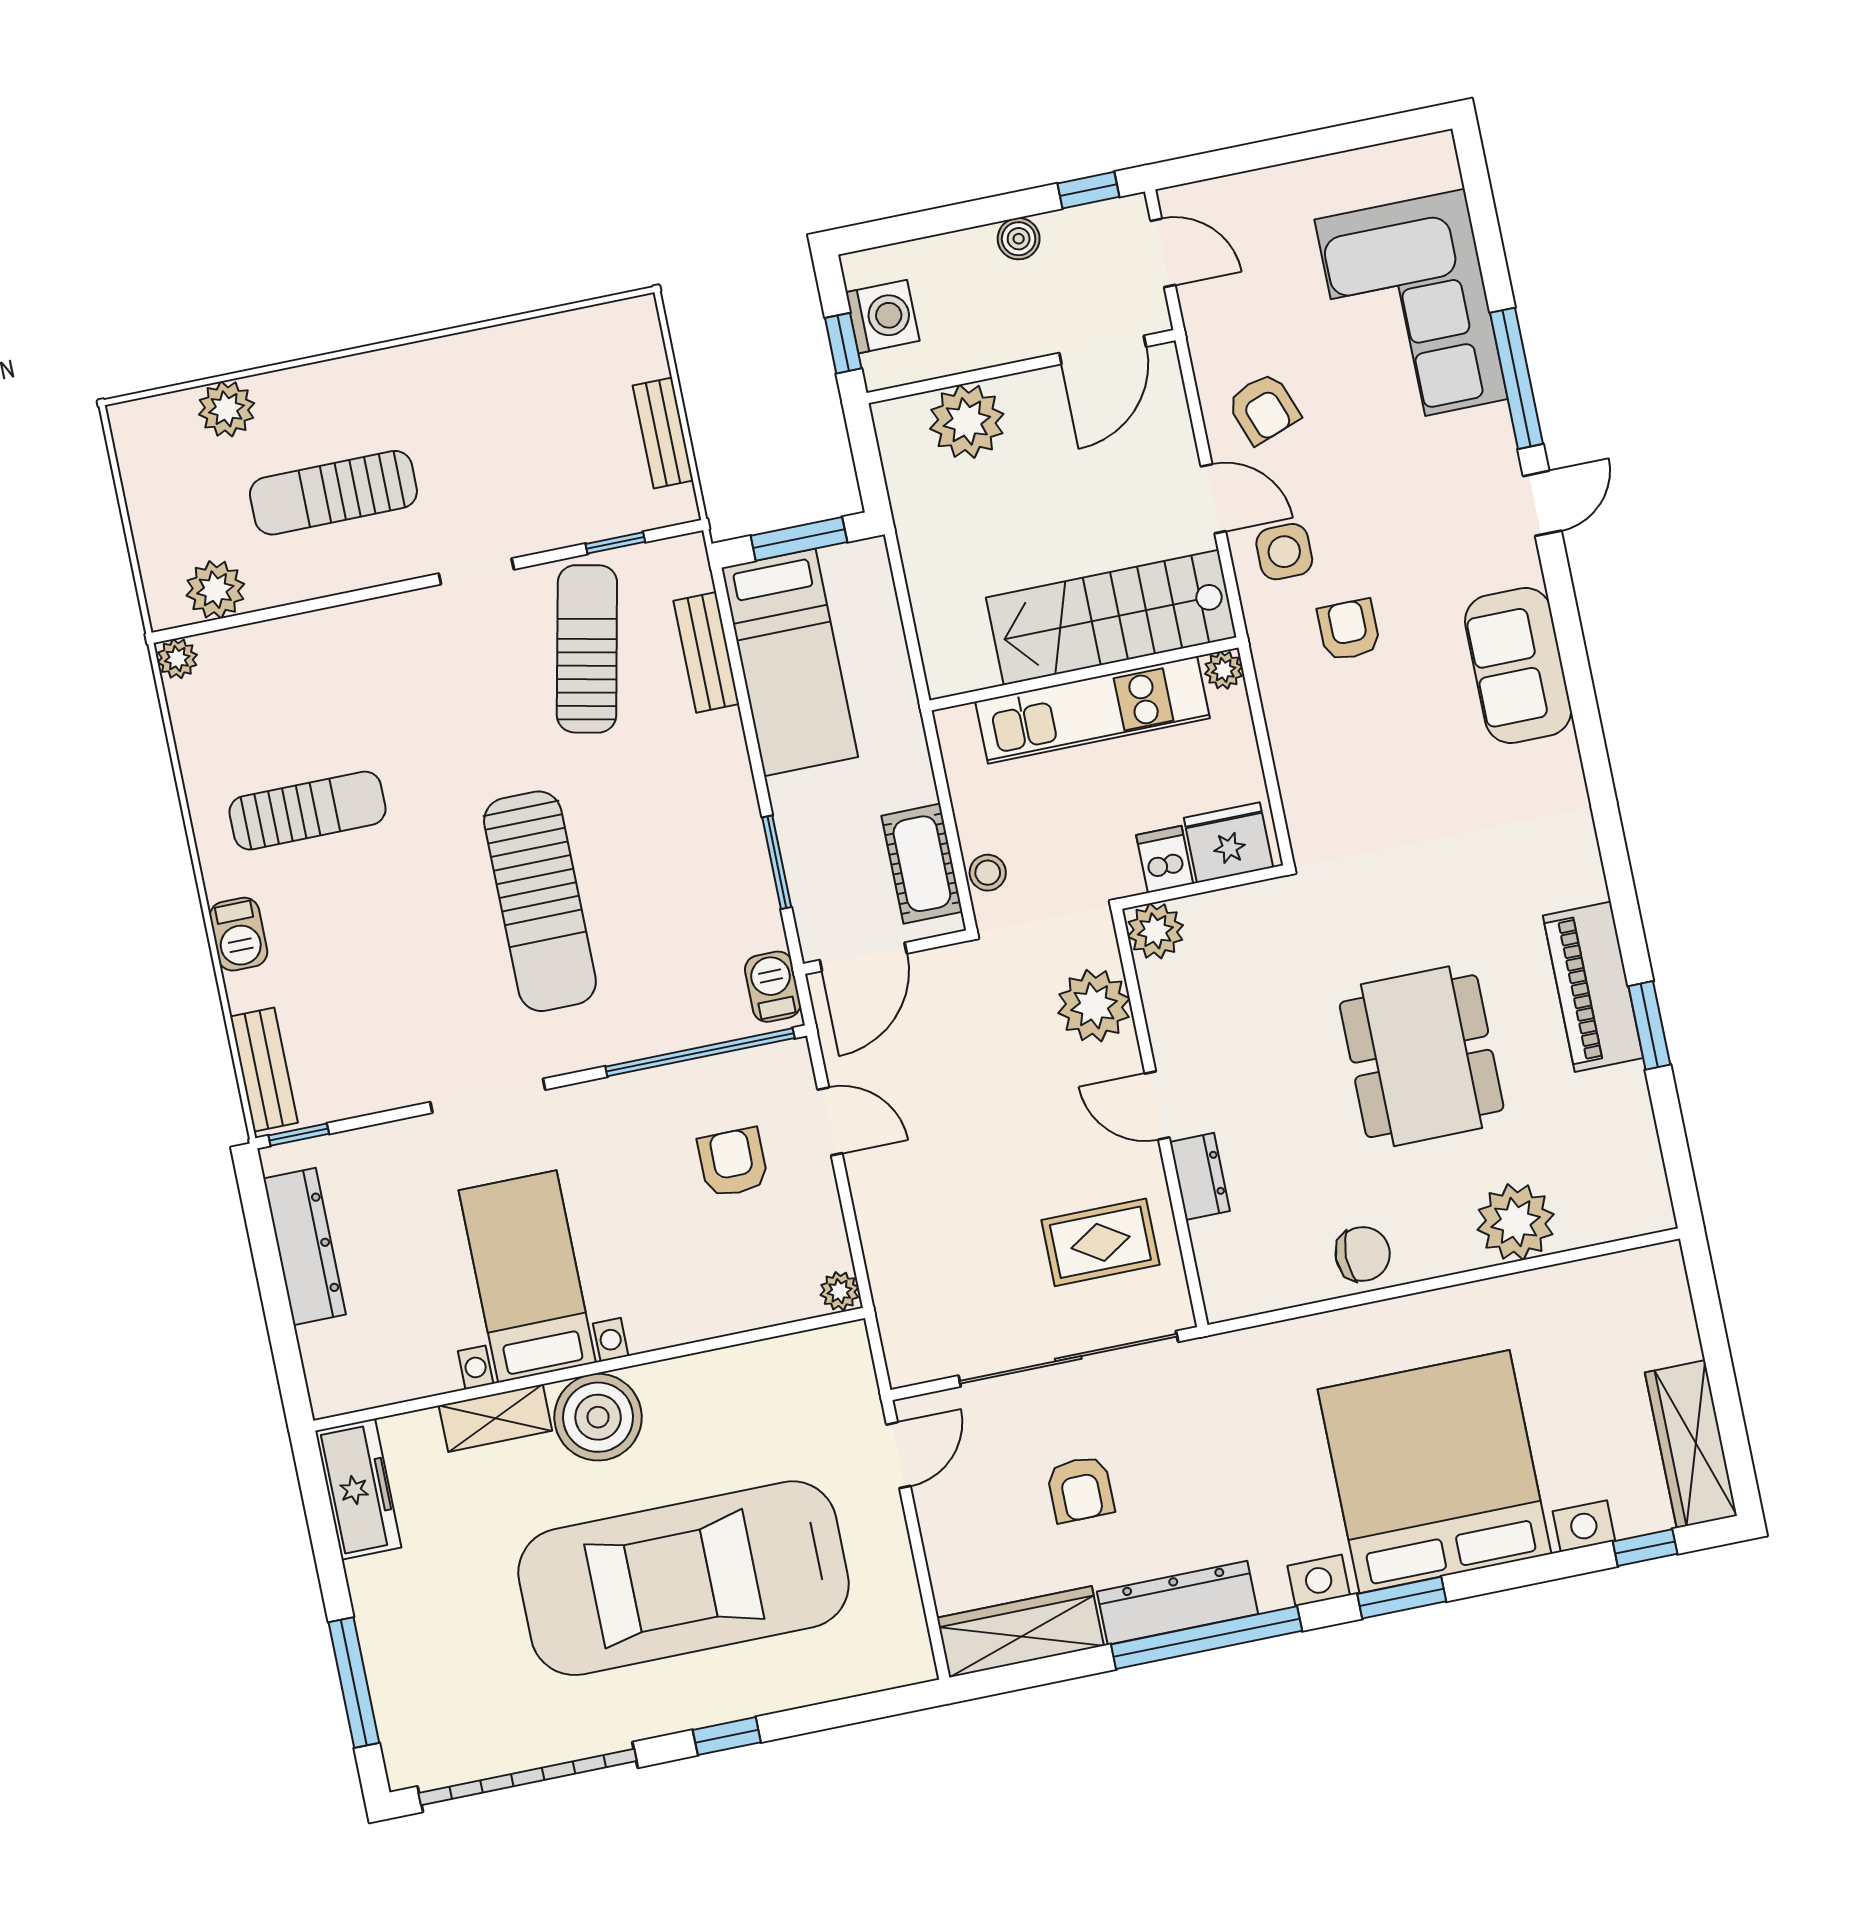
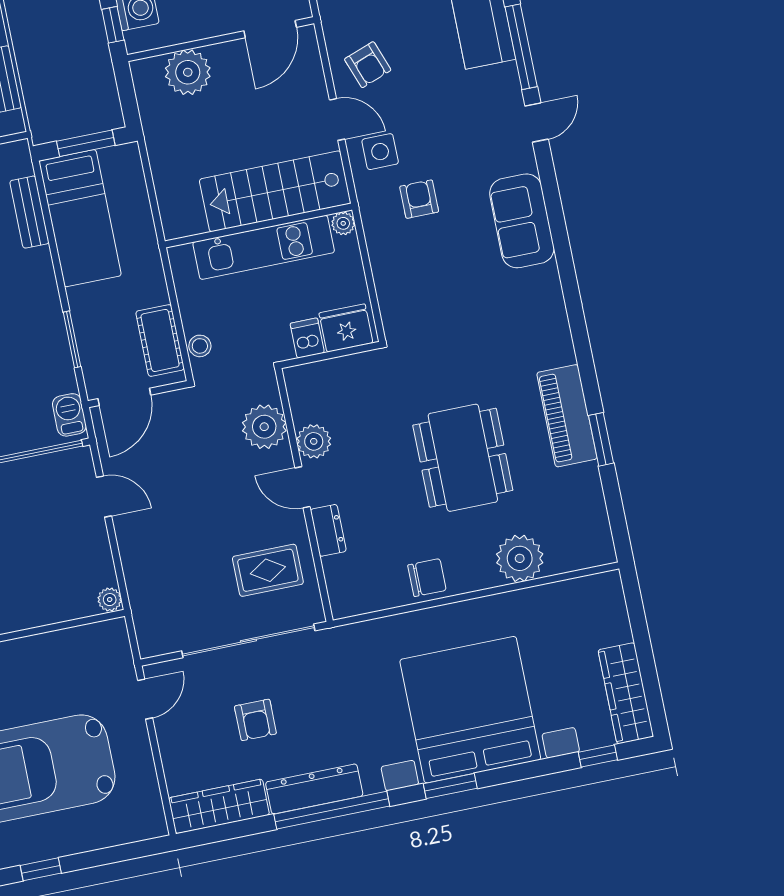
plant: (1155, 931) -> (314, 441), moved
armchair: (733, 1163) -> (45, 521), removed

